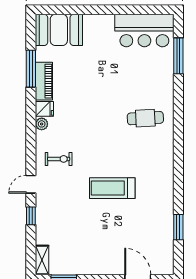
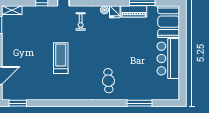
bar counter: (144, 31) -> (168, 59), moved
window: (178, 56) -> (139, 103), moved
window: (178, 227) -> (18, 103), moved

